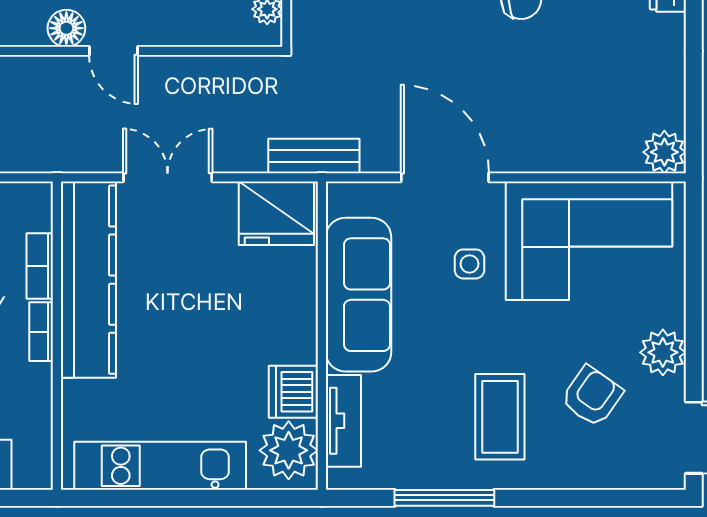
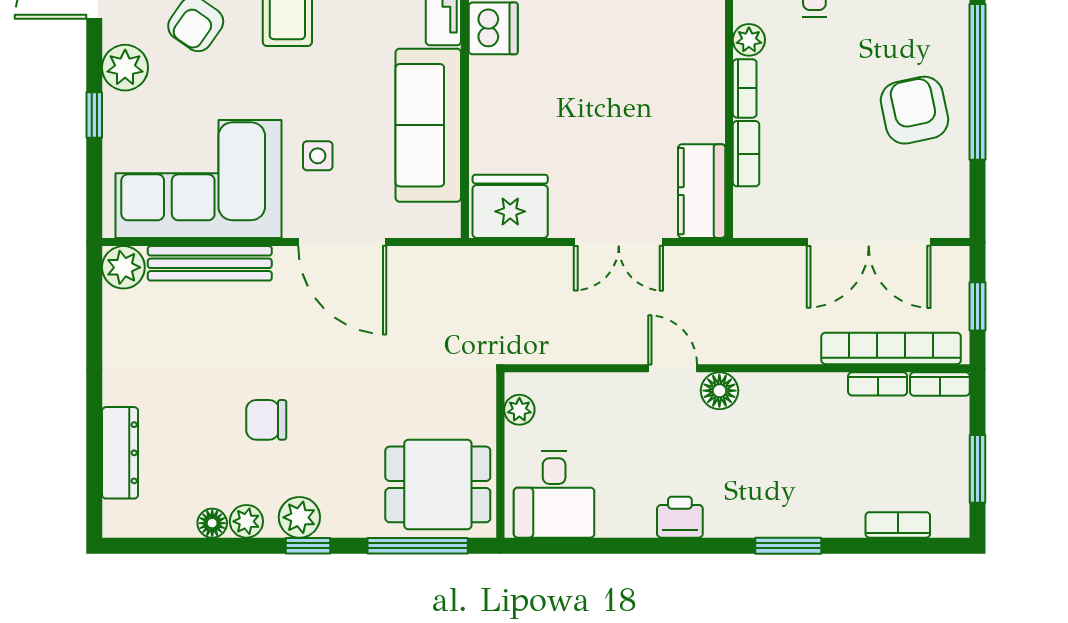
bench: (314, 156) -> (210, 263), moved, width x1.36
kitchen counter: (88, 280) -> (702, 191), width x0.48, depth x0.86
window: (694, 305) -> (94, 115), added
plant: (37, 380) -> (749, 40), added

